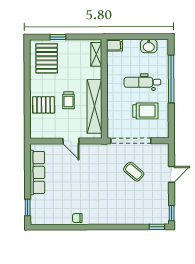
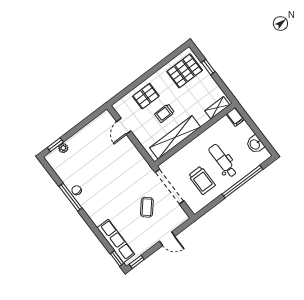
pallet: (44, 105) -> (146, 96), turned 90
door: (71, 141) -> (124, 126), moved
row of seats: (37, 172) -> (116, 241), moved, turned -90
plant: (35, 203) -> (63, 148), added
window: (79, 227) -> (71, 197), added

